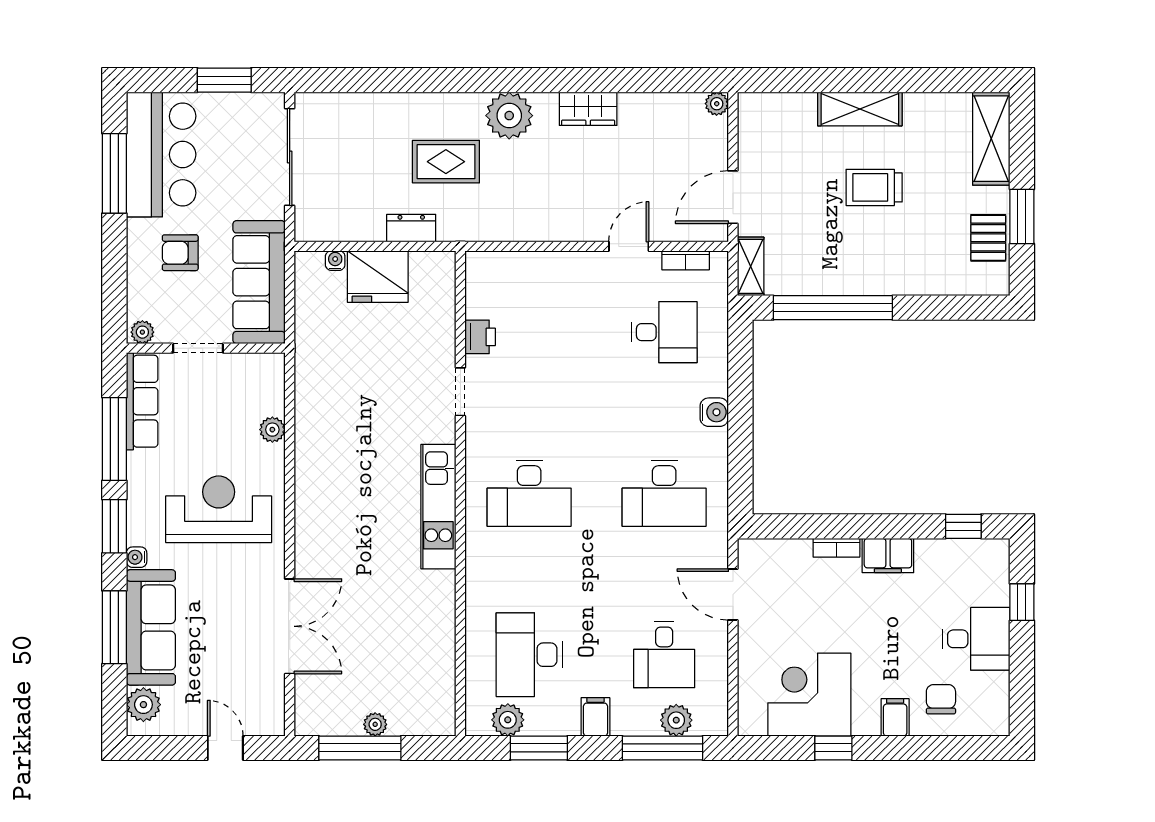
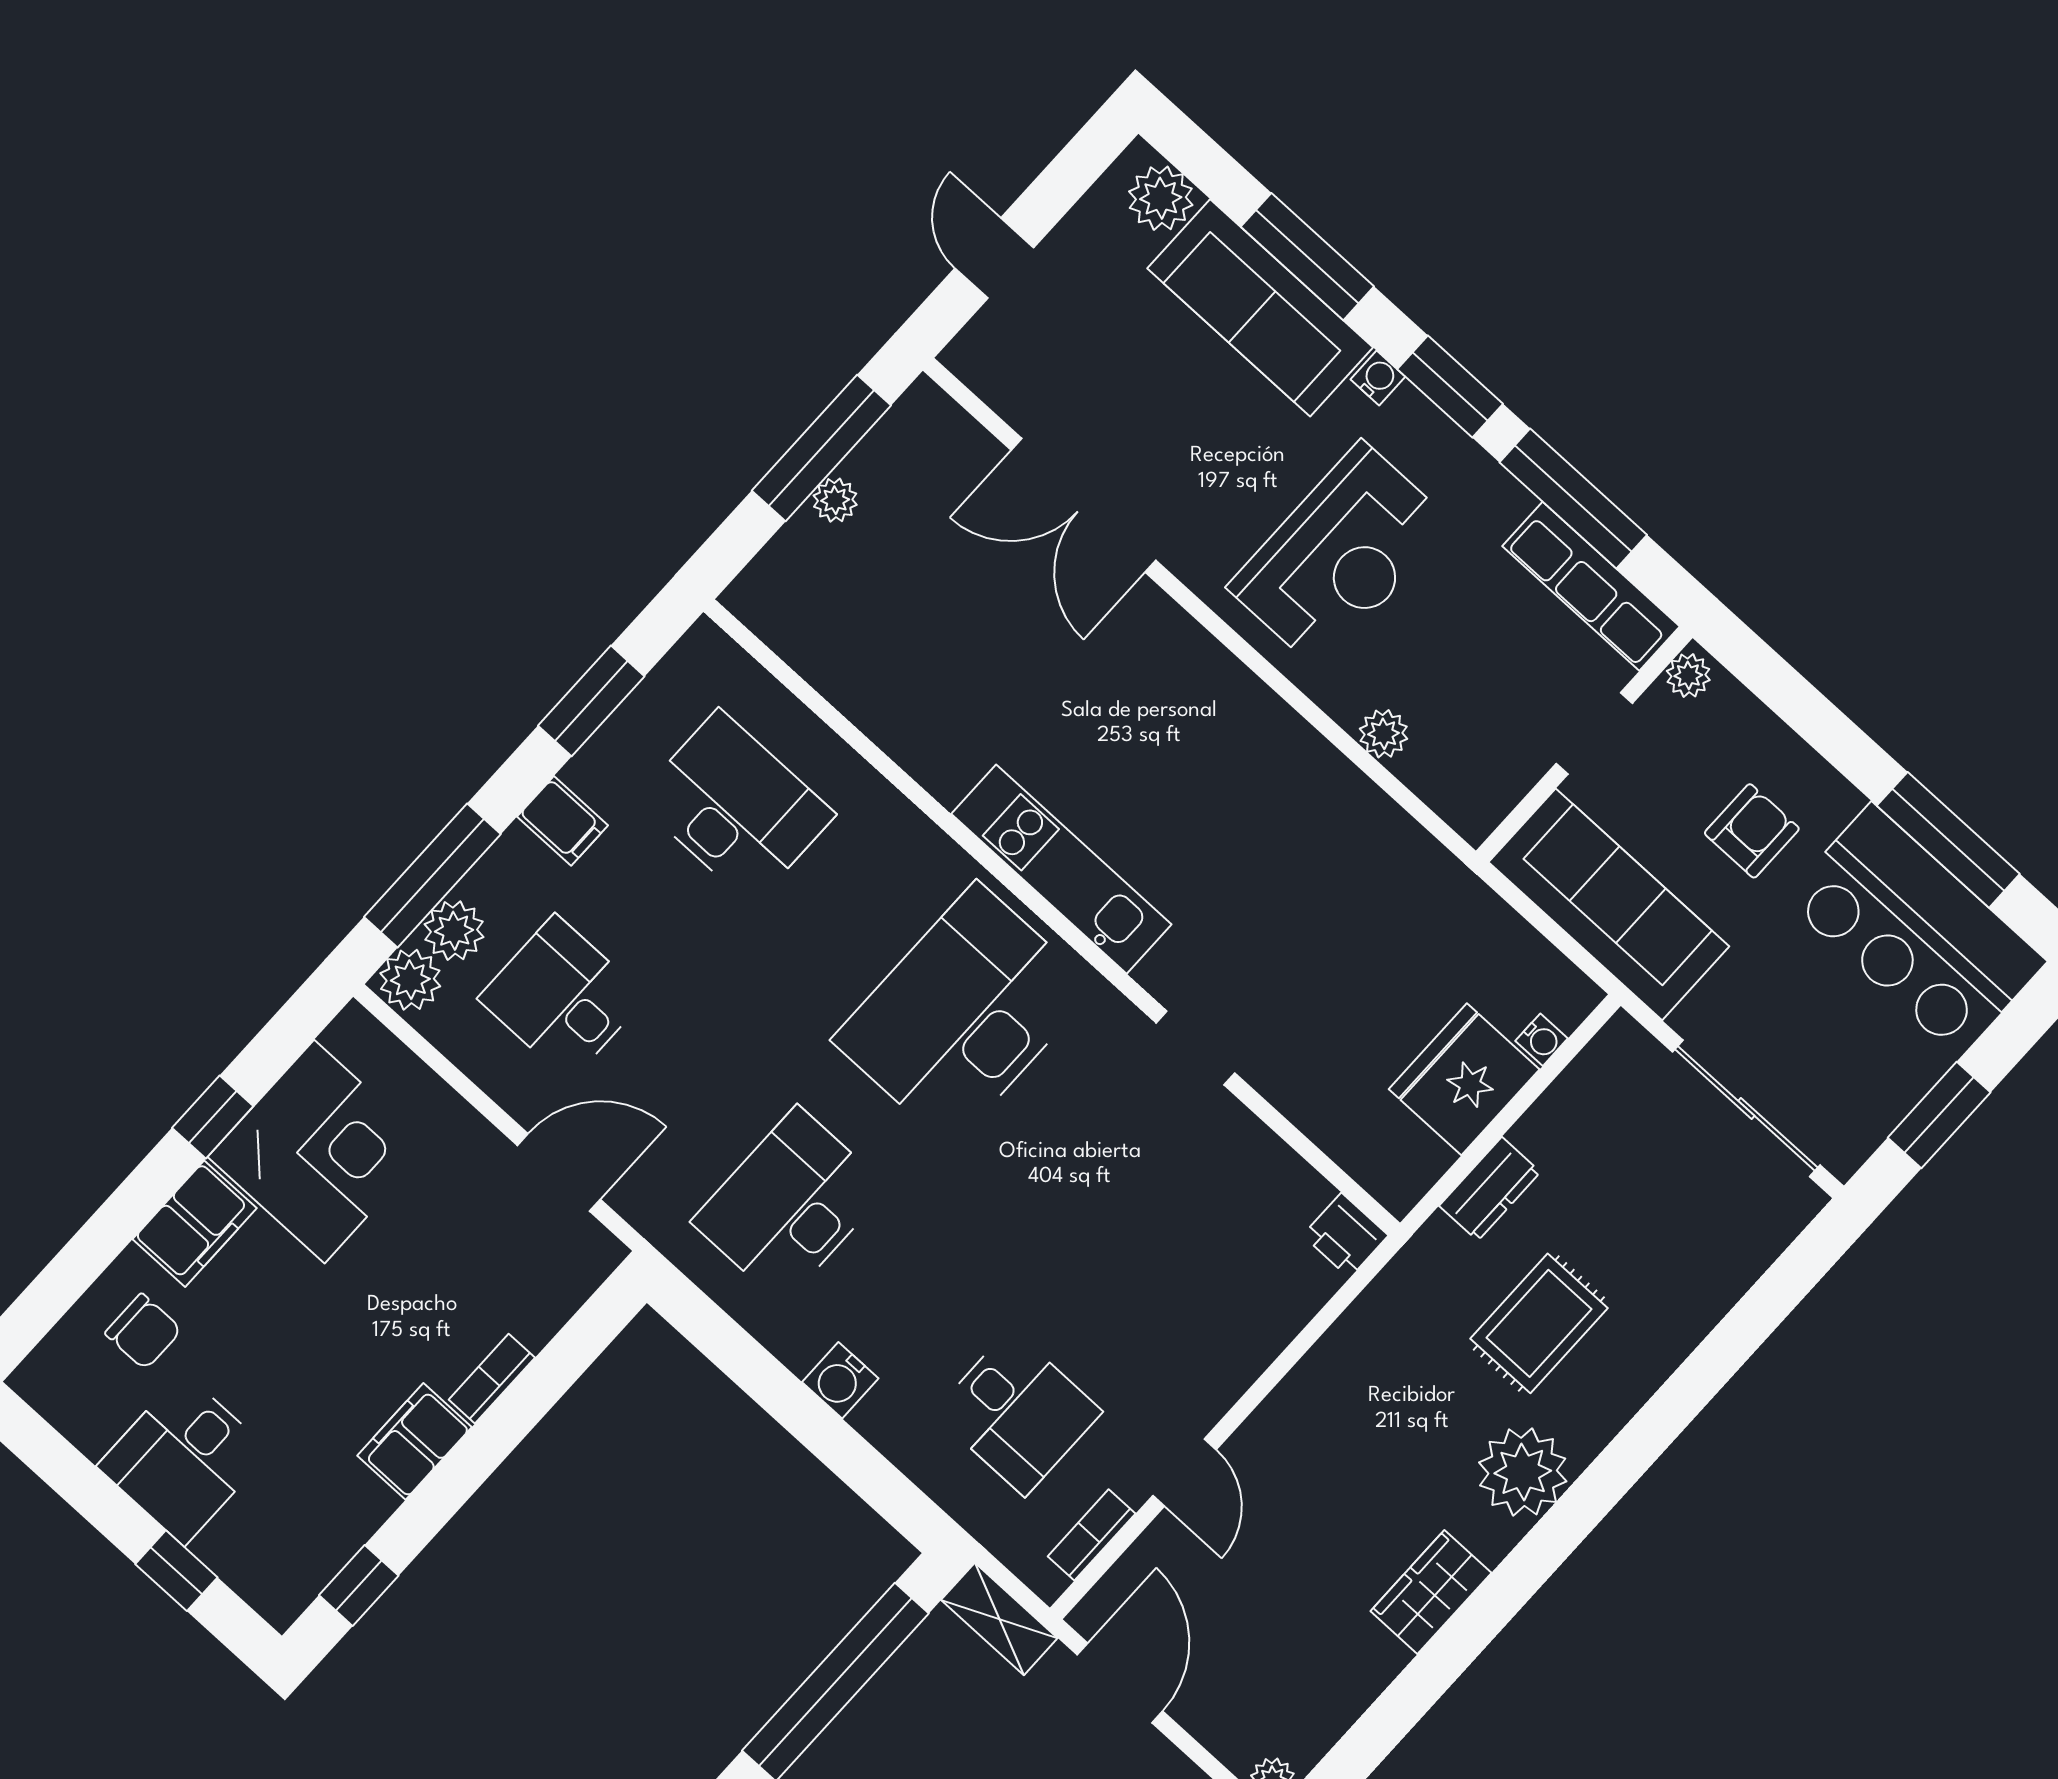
desk: (664, 332) -> (1018, 1412), turned -90
printer: (480, 337) -> (1345, 1235), moved
desk: (529, 493) -> (963, 1014), width x1.36, depth x1.30
filing cabinet: (895, 717) -> (195, 1224), width x2.00
plant: (508, 720) -> (410, 980), moved
door: (225, 748) -> (994, 258), swing flipped

